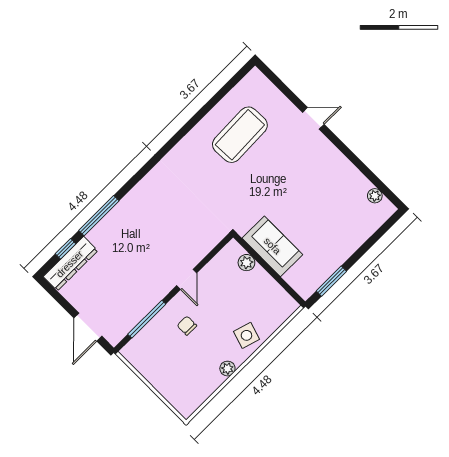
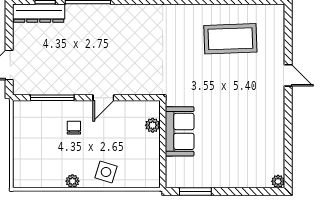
plant: (375, 196) -> (278, 181), moved

